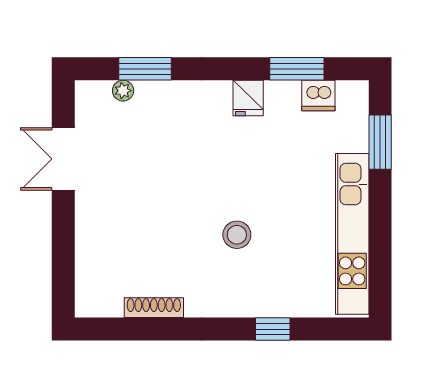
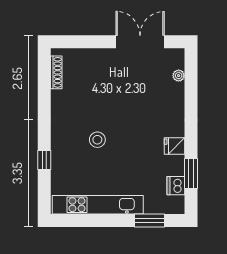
window: (145, 69) -> (191, 88), removed
double door: (63, 159) -> (140, 42), width x1.37
shoe rack: (154, 308) -> (56, 72), moved

